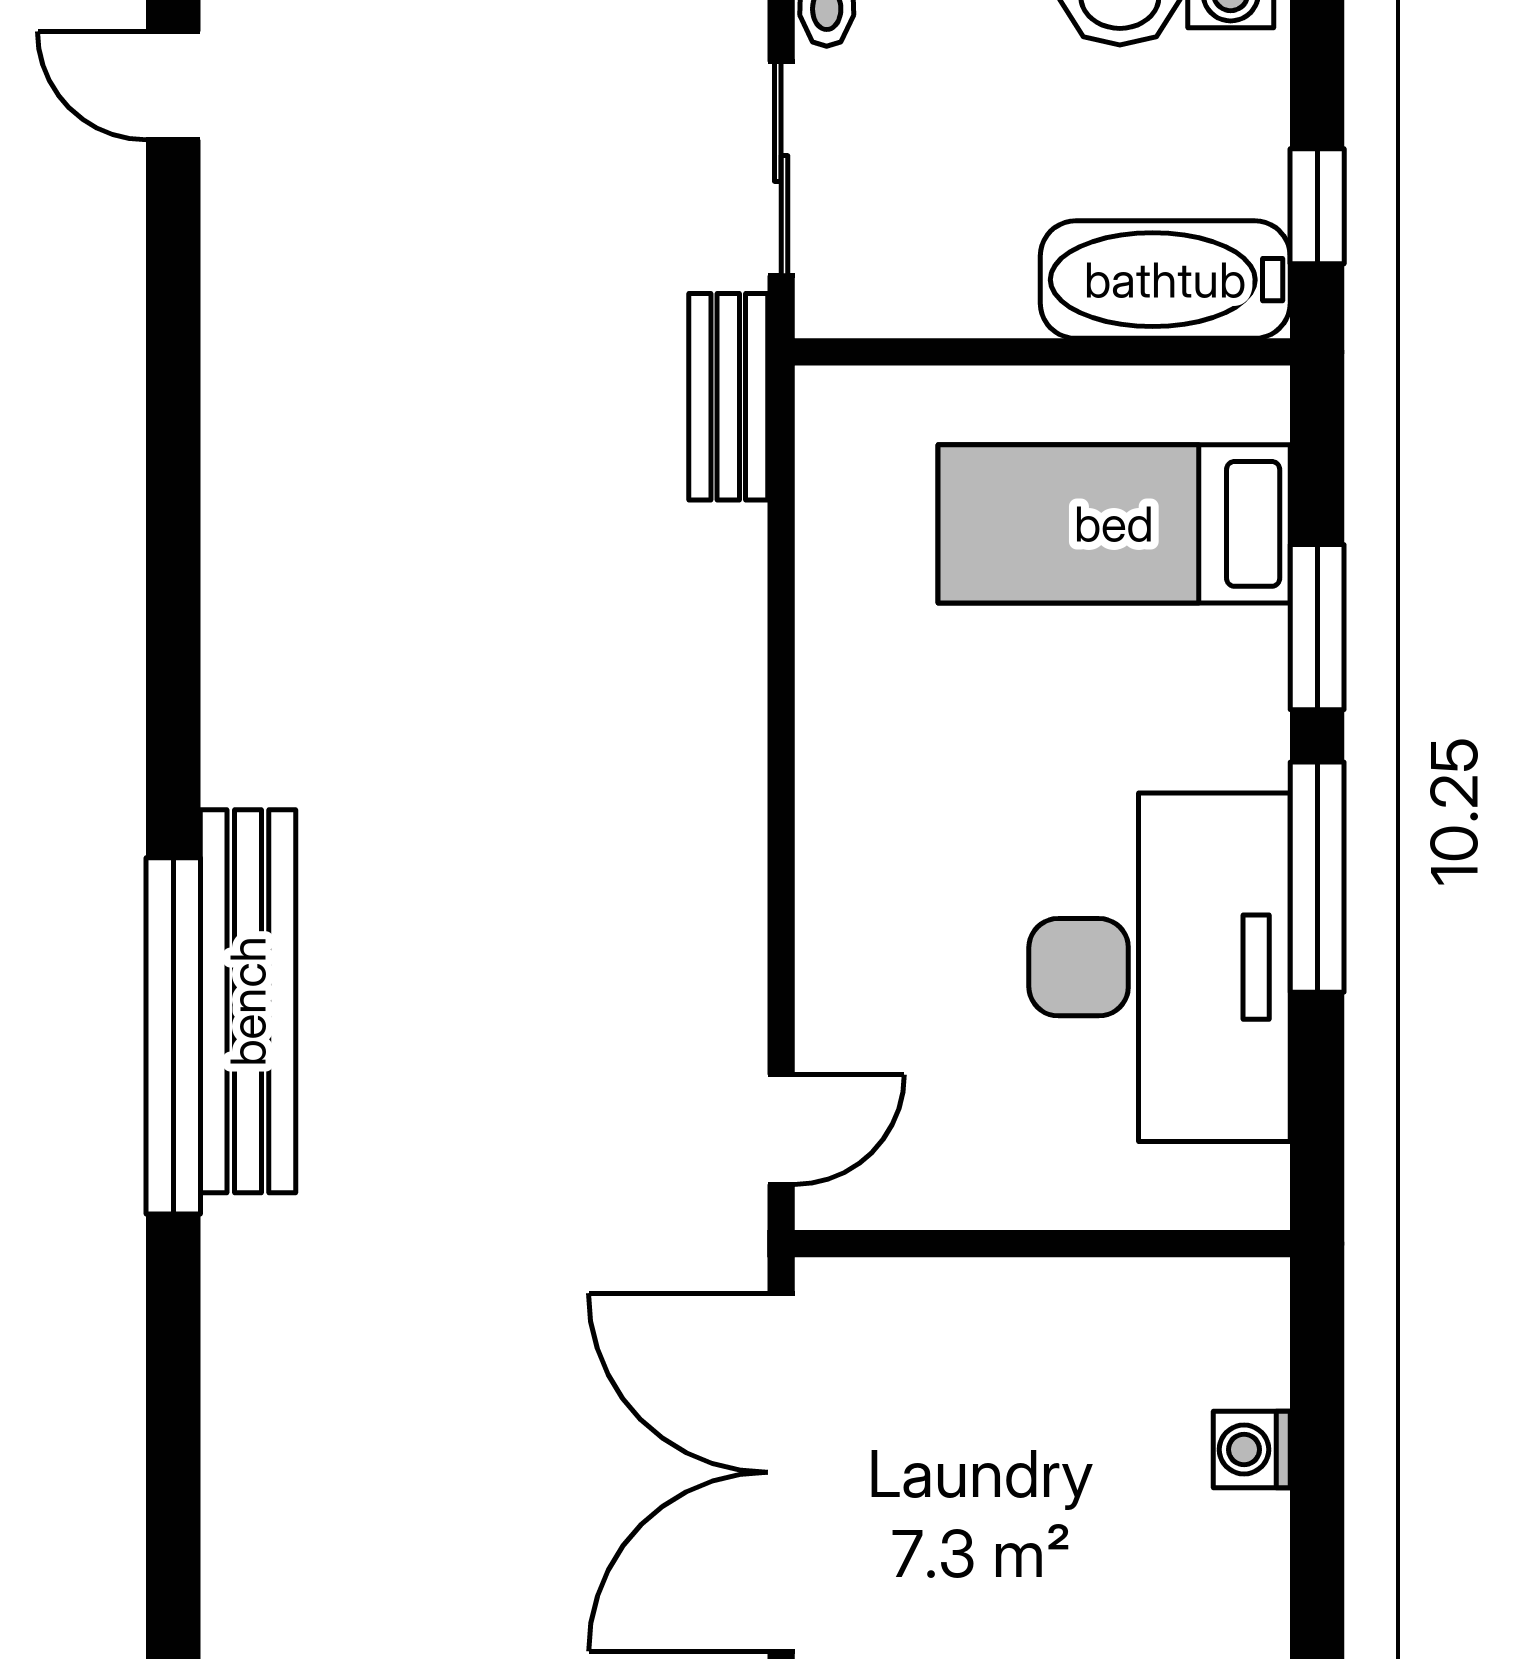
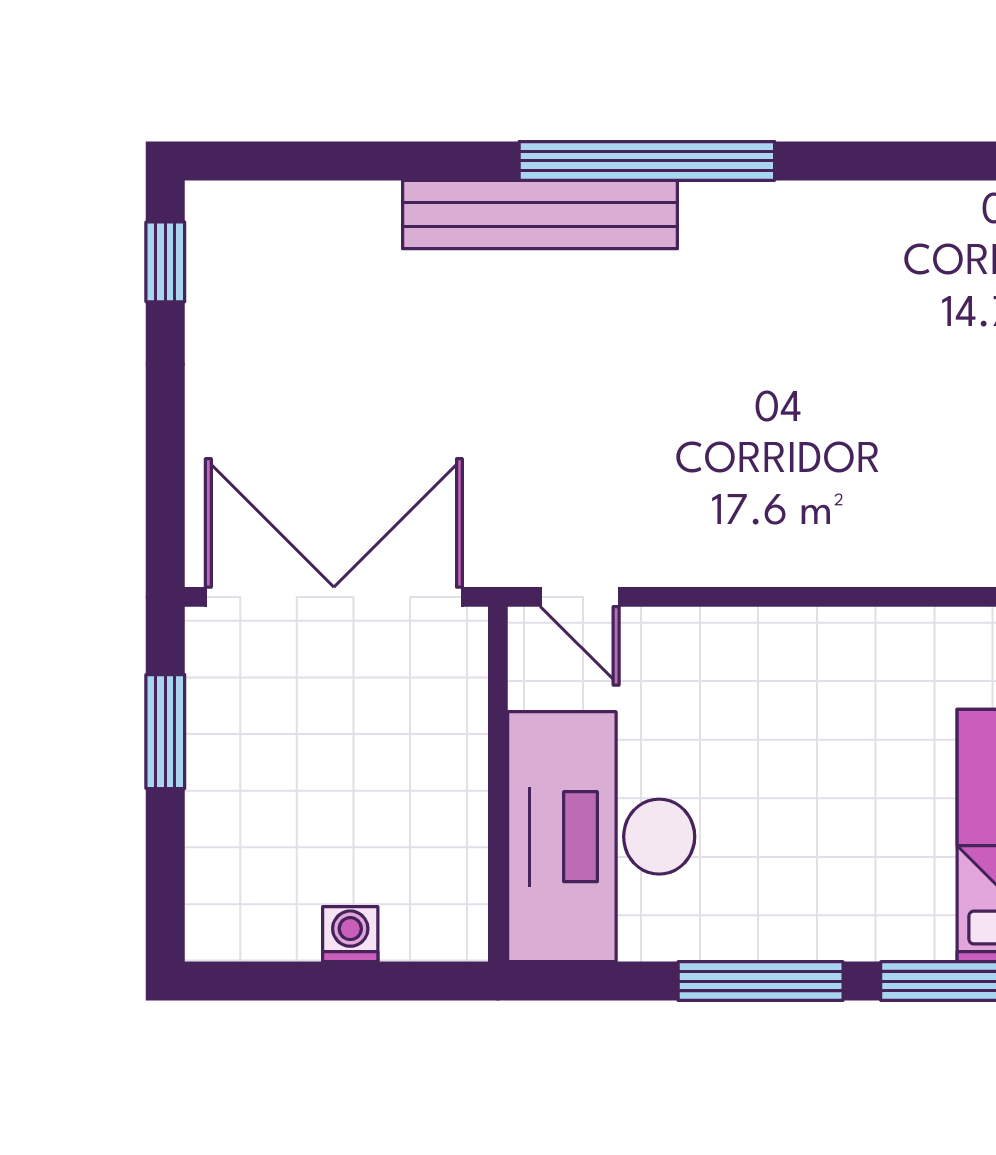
desk: (1160, 967) -> (601, 837), moved, turned 90
bench: (248, 1001) -> (540, 215), moved

